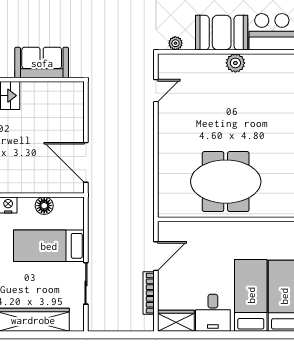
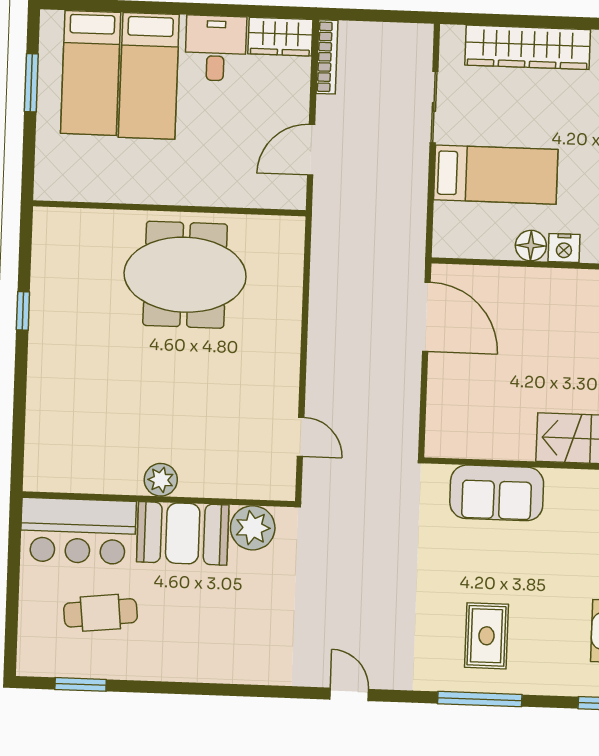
plant: (175, 43) -> (253, 528), width x1.88, depth x1.88
door: (156, 91) -> (301, 437), swing flipped
floor lamp: (44, 206) -> (531, 246), moved
bookcase: (149, 293) -> (327, 57), moved

